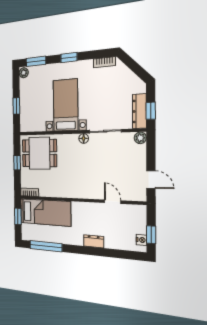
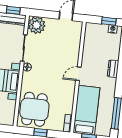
plant: (140, 138) -> (37, 25), width x1.88, depth x1.88
door: (113, 202) -> (78, 74), moved

